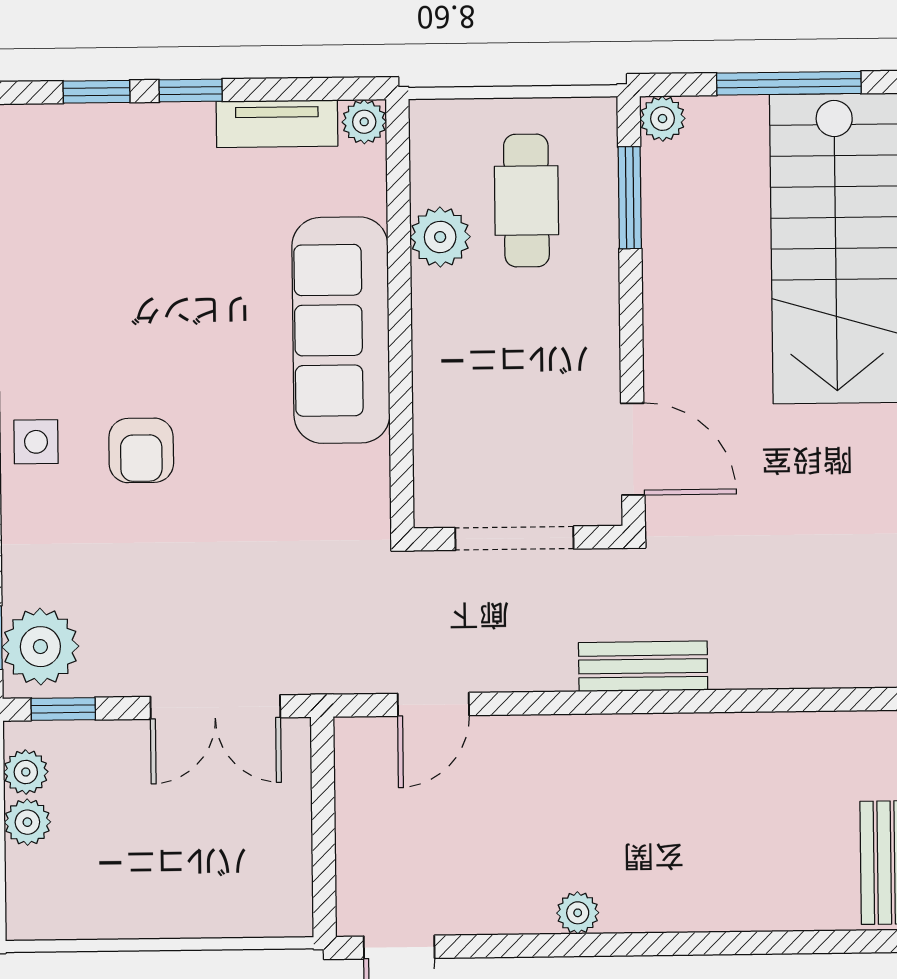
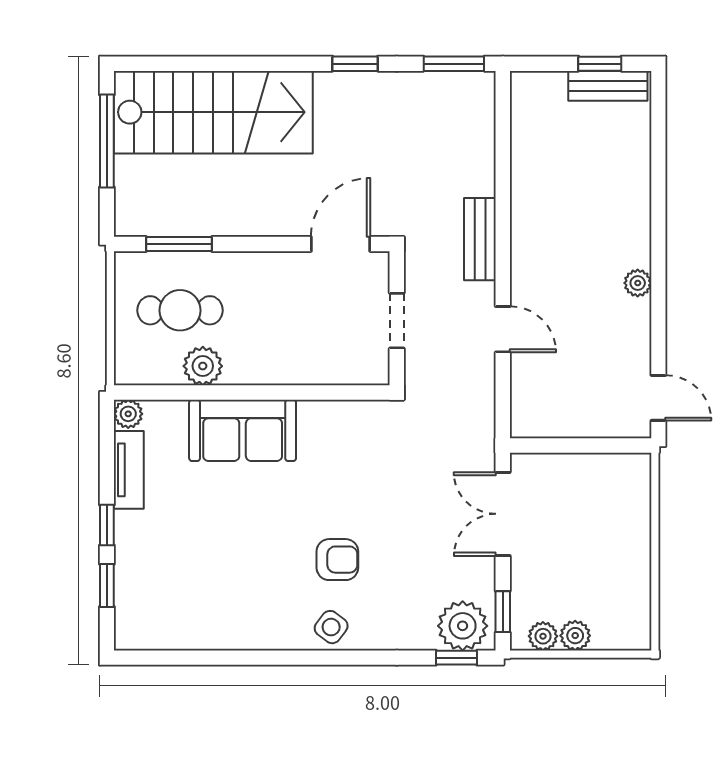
plant: (663, 119) -> (129, 222), removed
sofa: (341, 330) -> (243, 430), width x0.73
side table: (36, 442) -> (331, 627), turned 37
doorway: (514, 538) -> (397, 321), width x0.73
door: (433, 704) -> (503, 329), moved
double door: (215, 707) -> (503, 514), swing flipped

